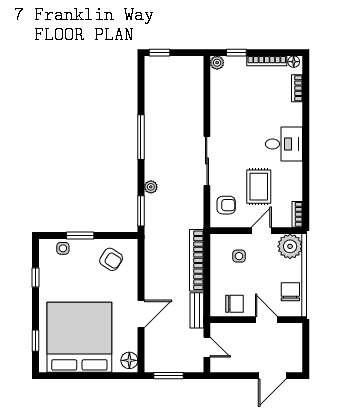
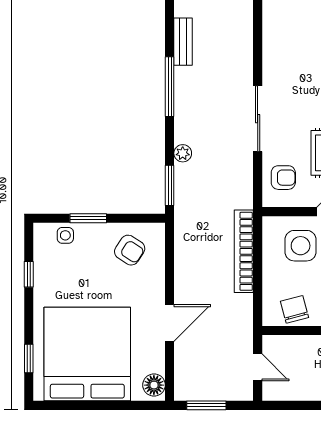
side table: (239, 256) -> (301, 246), width x1.87, depth x1.87
chair: (235, 304) -> (295, 309), turned -105
bench: (197, 310) -> (183, 42), moved

